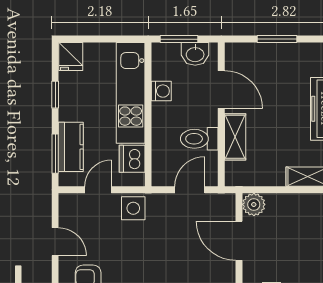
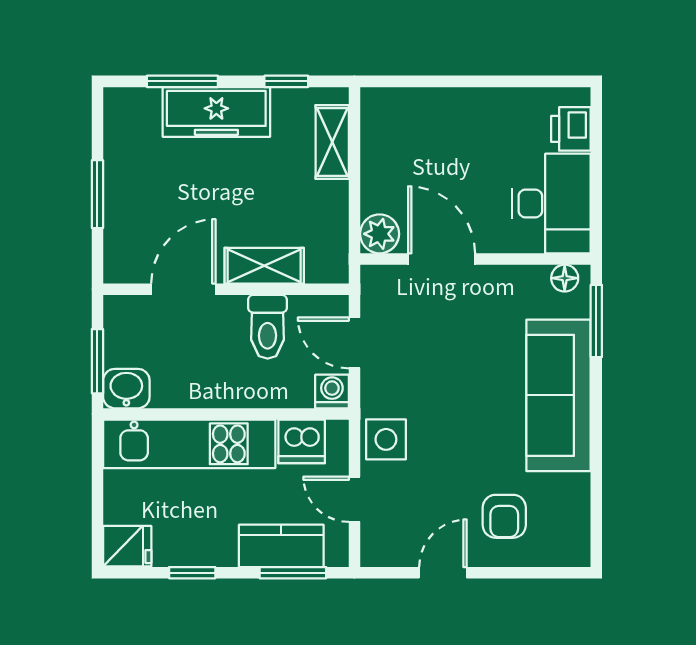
washbasin: (195, 54) -> (126, 389), moved, turned -90
washing machine: (161, 91) -> (332, 391), moved
door: (239, 241) -> (442, 259), swing flipped

